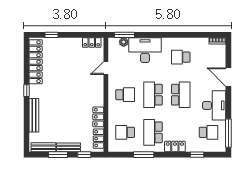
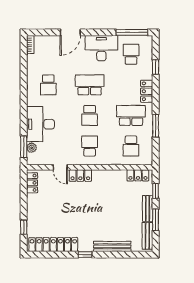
school desk: (153, 95) -> (90, 115), width x0.54
locker: (98, 117) -> (80, 176), moved
school desk: (153, 132) -> (131, 115), turned 180

